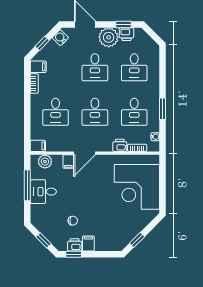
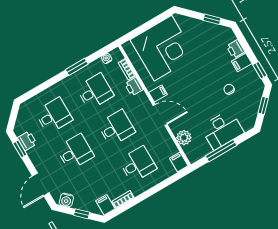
plant: (109, 37) -> (40, 156), removed
plant: (45, 162) -> (184, 138), moved
filing cabinet: (68, 162) -> (158, 93), moved
desk: (43, 192) -> (222, 130), width x1.37
printer: (75, 245) -> (236, 49), moved

